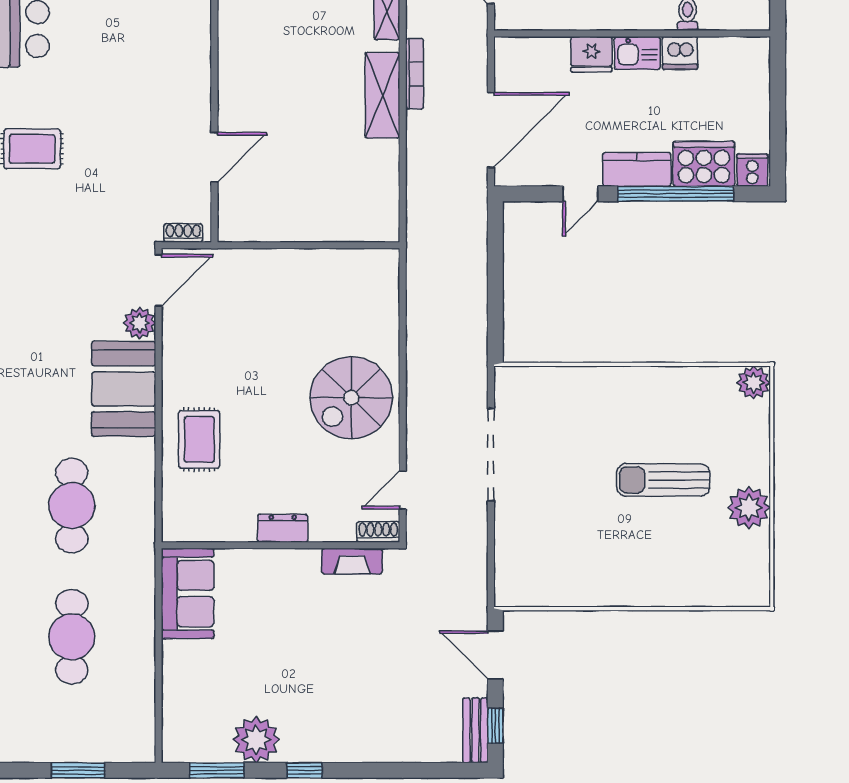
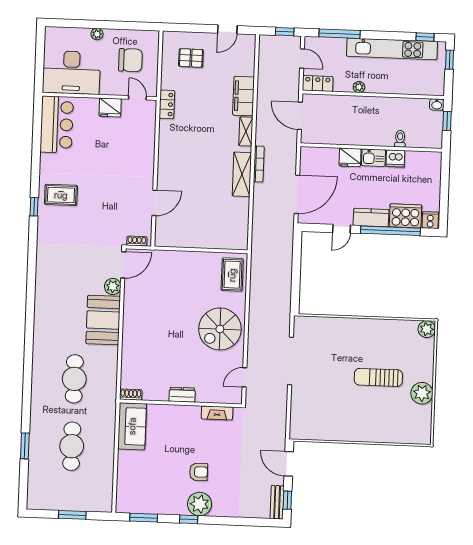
rug: (199, 439) -> (232, 275), moved
shoe rack: (378, 532) -> (131, 395), moved
armchair: (320, 677) -> (199, 472), added
plant: (256, 740) -> (200, 504), moved

